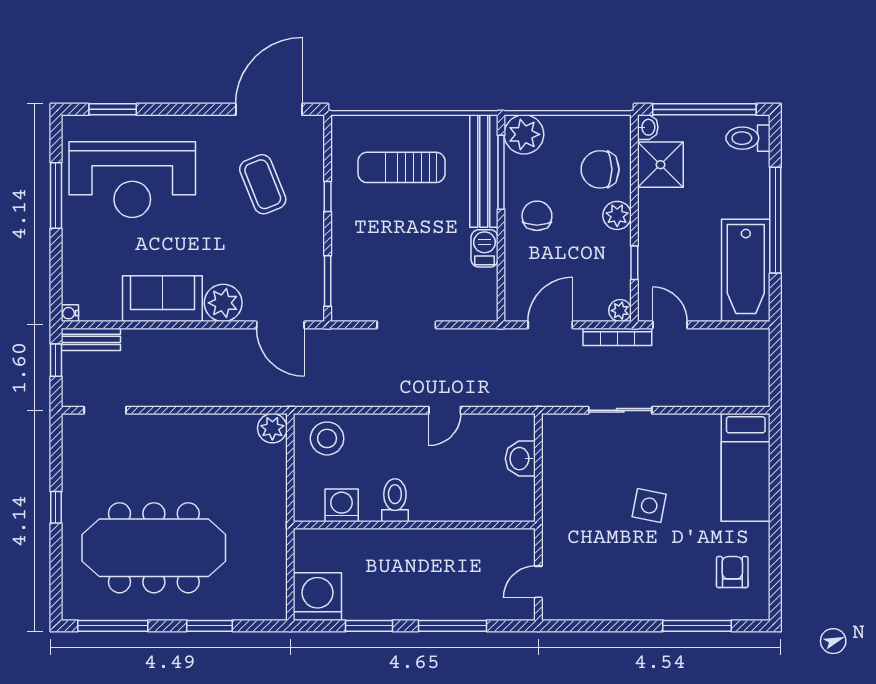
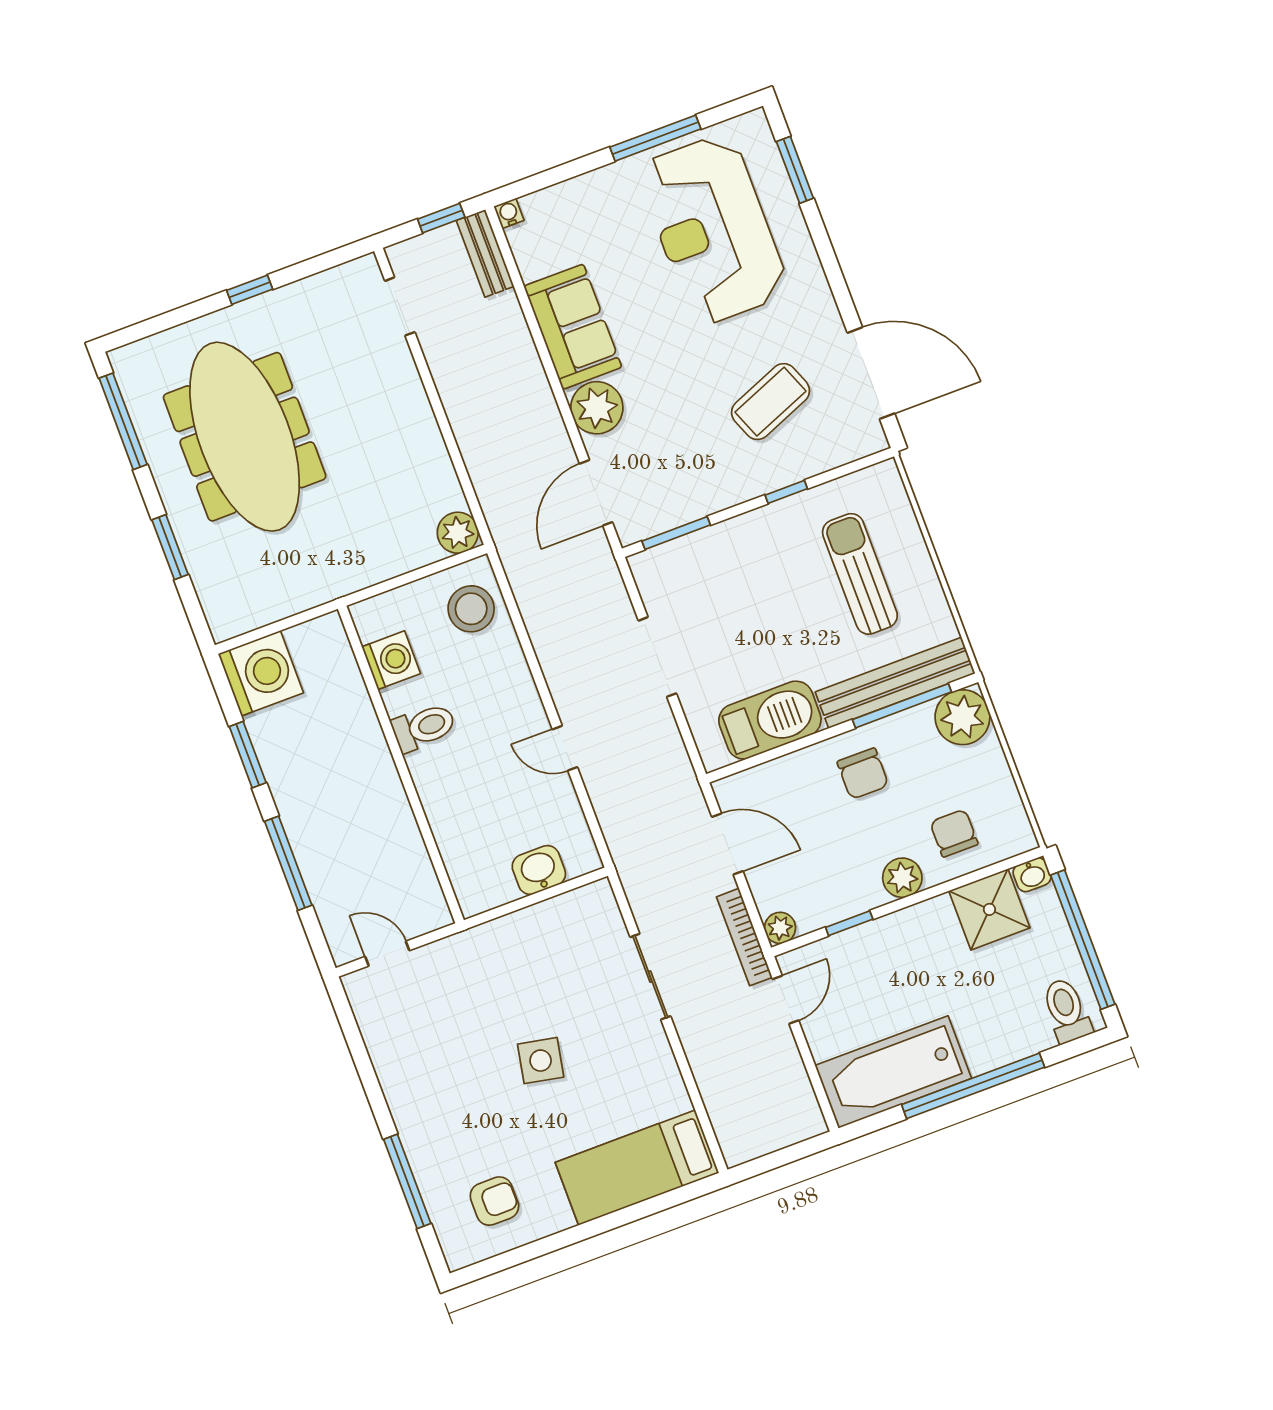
chair: (600, 169) -> (954, 833), width x0.73, depth x0.73
chair: (537, 216) -> (863, 774), turned 90
barbecue: (484, 248) -> (770, 720), width x1.88, depth x1.53

